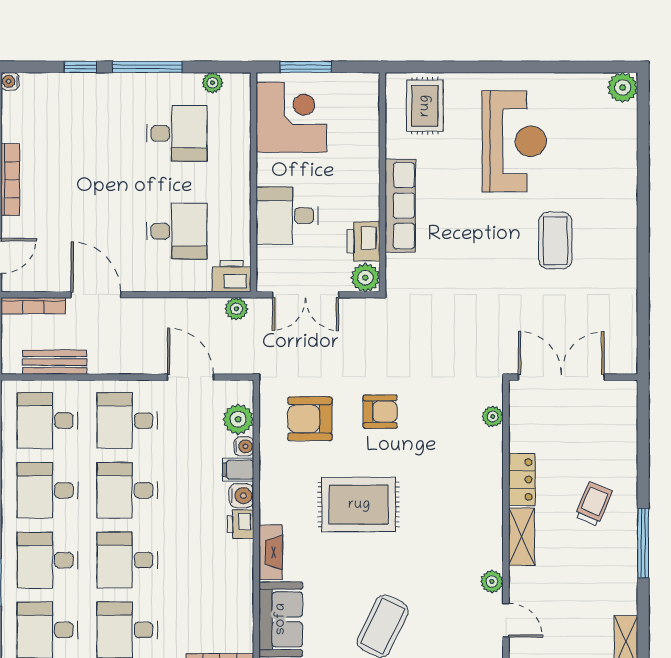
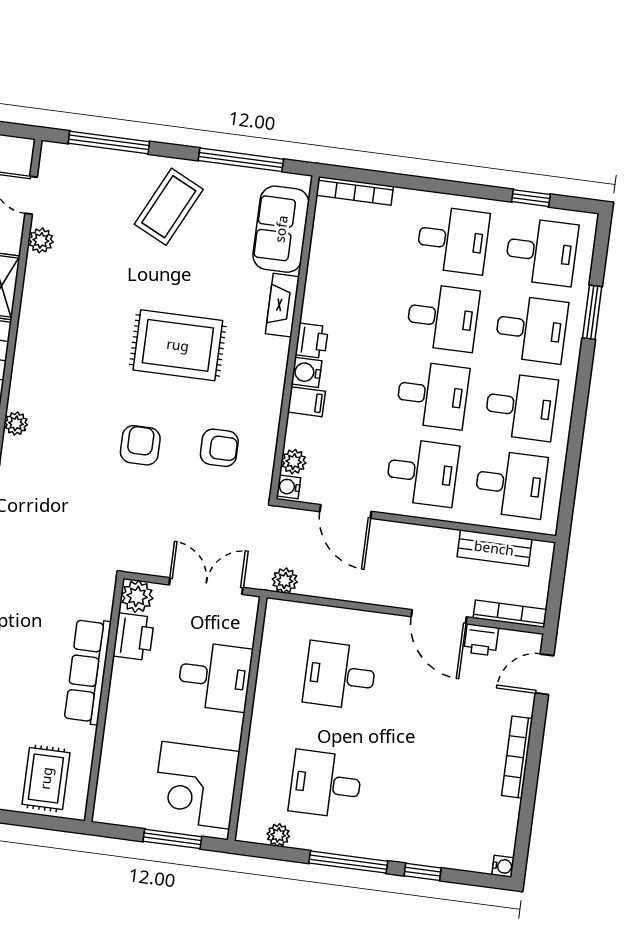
printer: (232, 276) -> (481, 640), moved, width x0.73, depth x0.81
armchair: (380, 412) -> (140, 445), turned 90
plant: (238, 419) -> (294, 462), width x0.73, depth x0.73
armchair: (310, 419) -> (219, 448), width x0.72, depth x0.72
water cooler: (244, 446) -> (289, 487), moved

